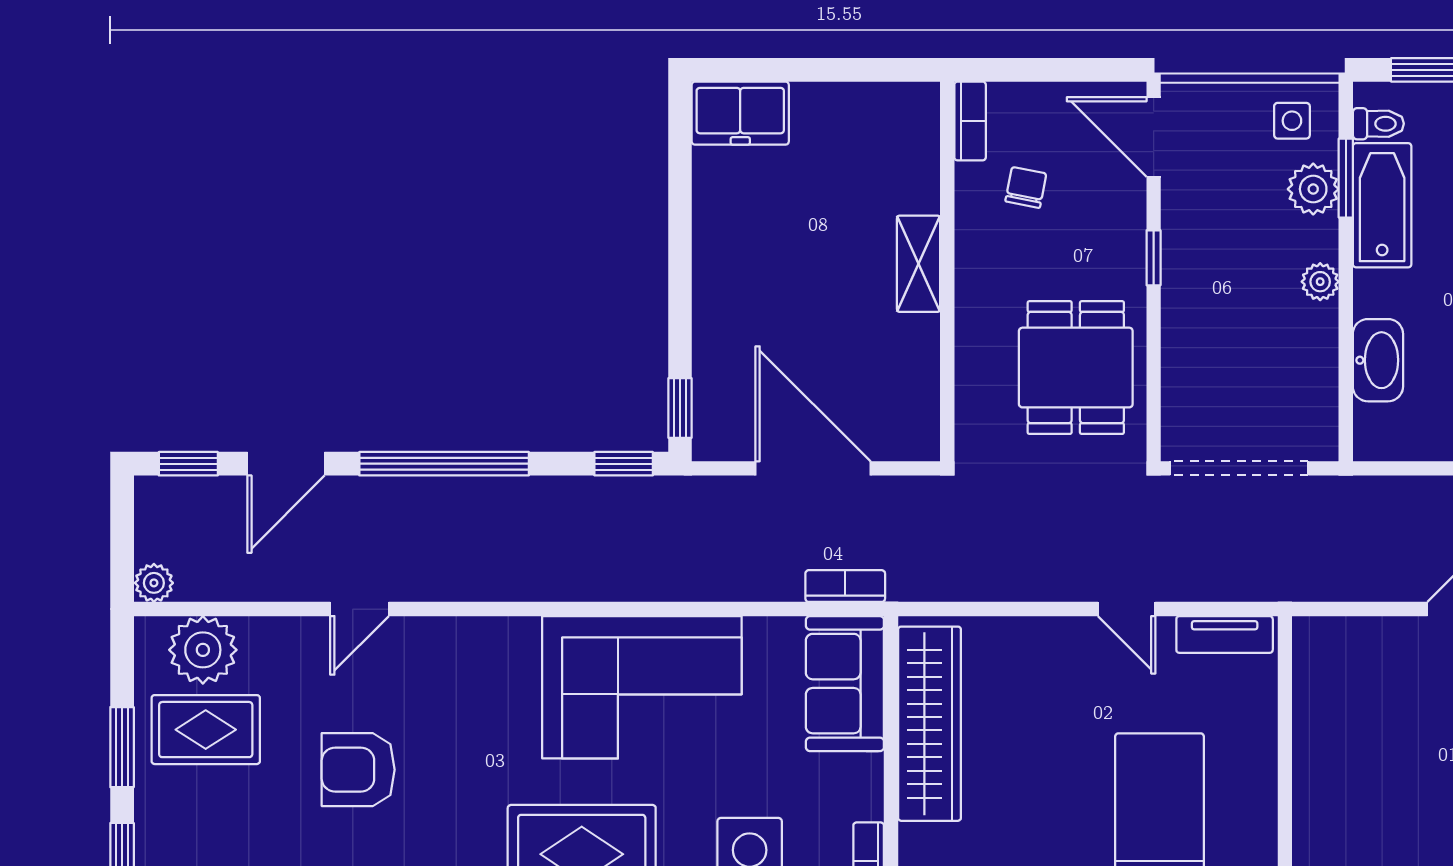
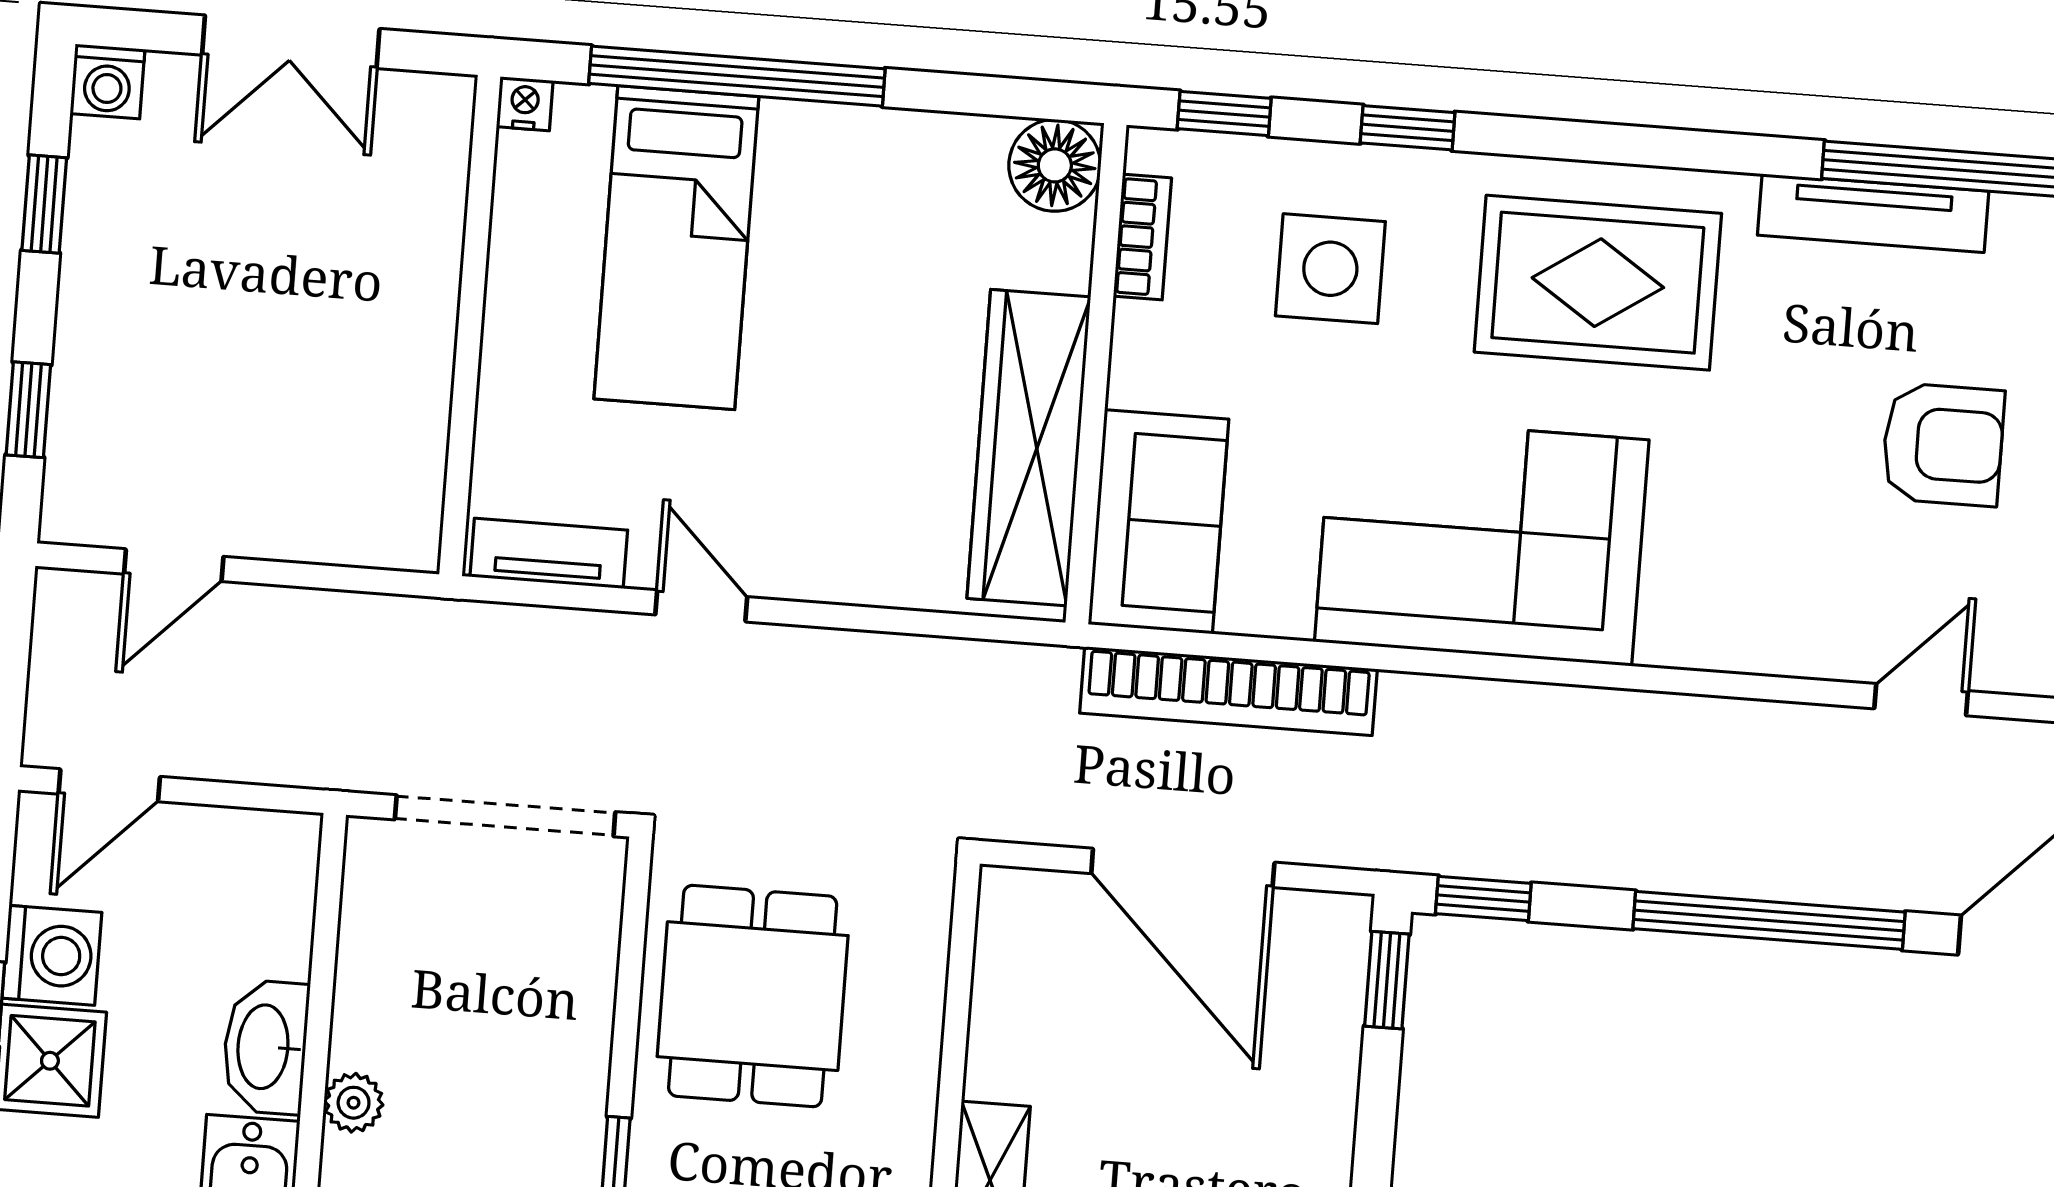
washbasin: (1378, 360) -> (265, 1047), moved
bookcase: (845, 586) -> (1228, 691), width x2.31, depth x1.31

